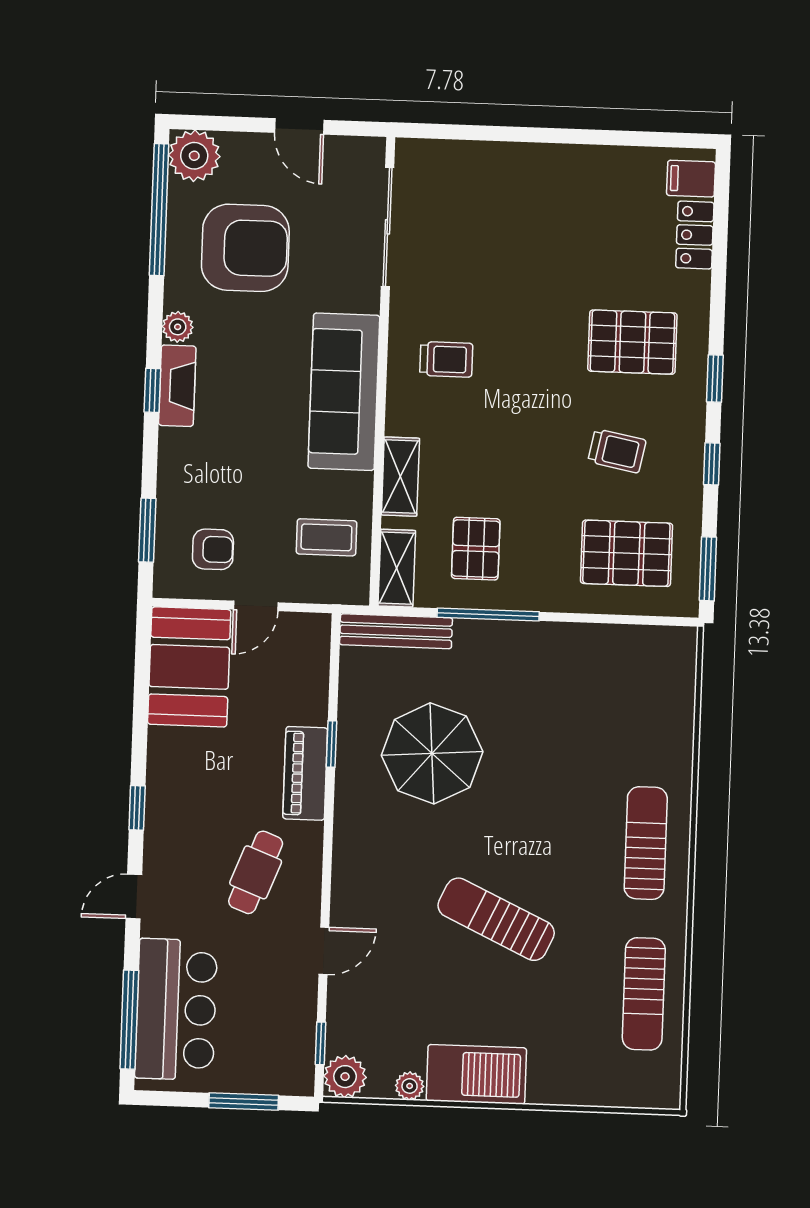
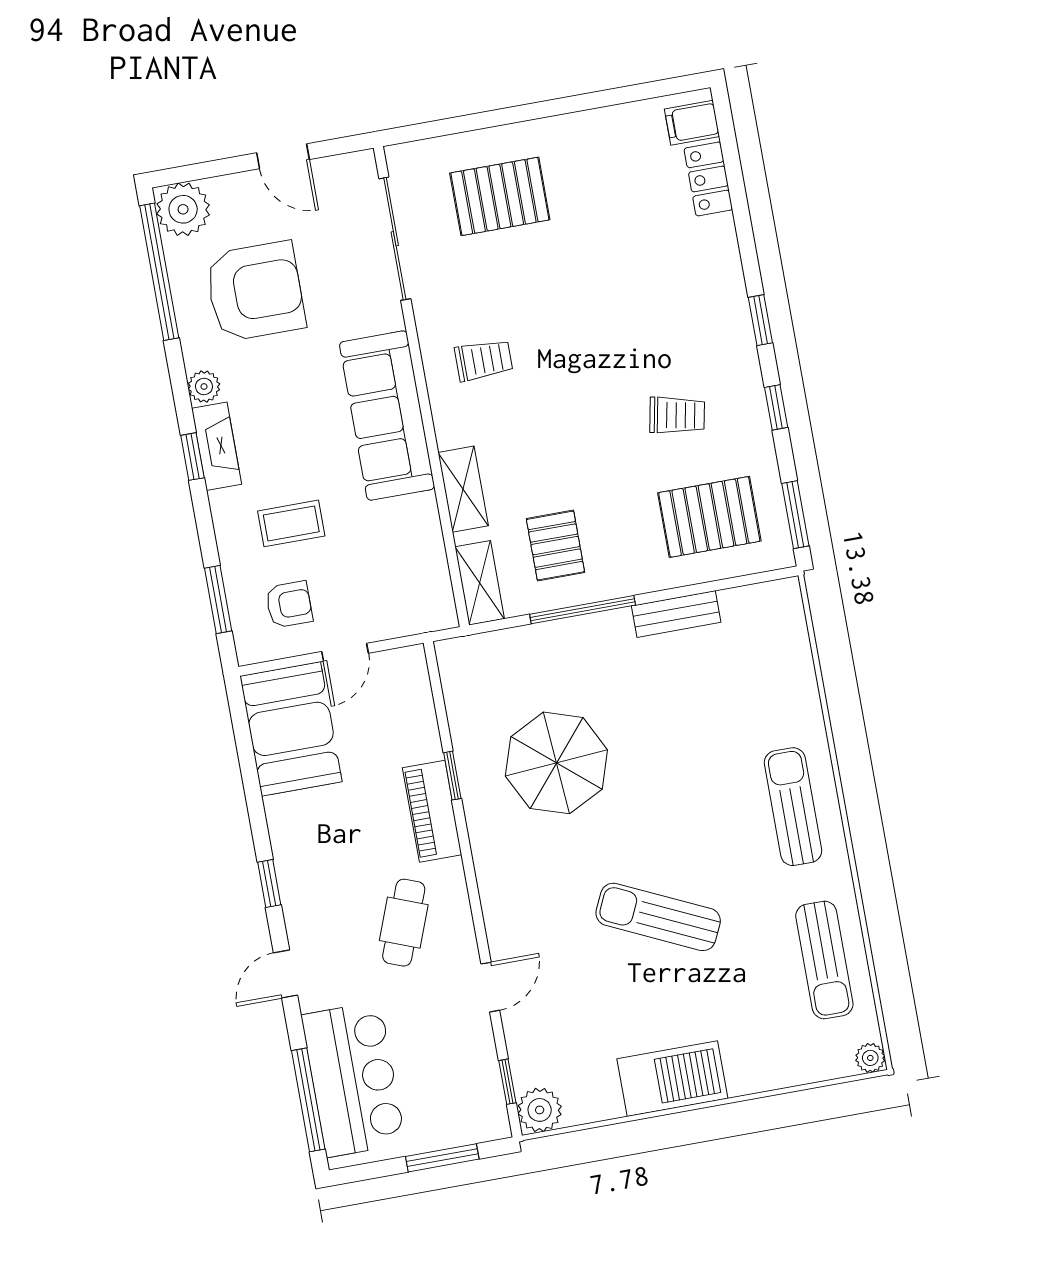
pallet: (632, 342) -> (500, 196), moved
coffee table: (326, 537) -> (291, 523), moved
bench: (396, 631) -> (676, 614), moved, width x0.73
plant: (410, 1086) -> (870, 1058), moved

